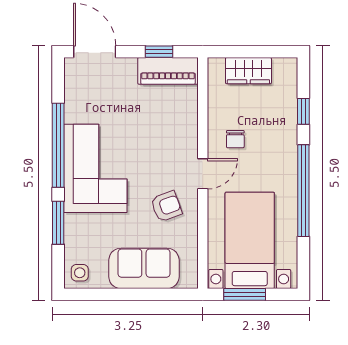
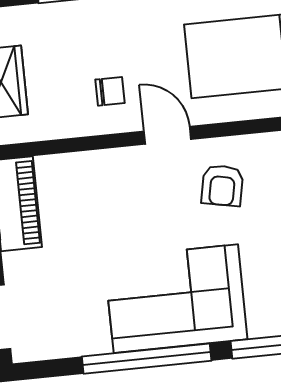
armchair: (166, 206) -> (222, 185), turned -149

